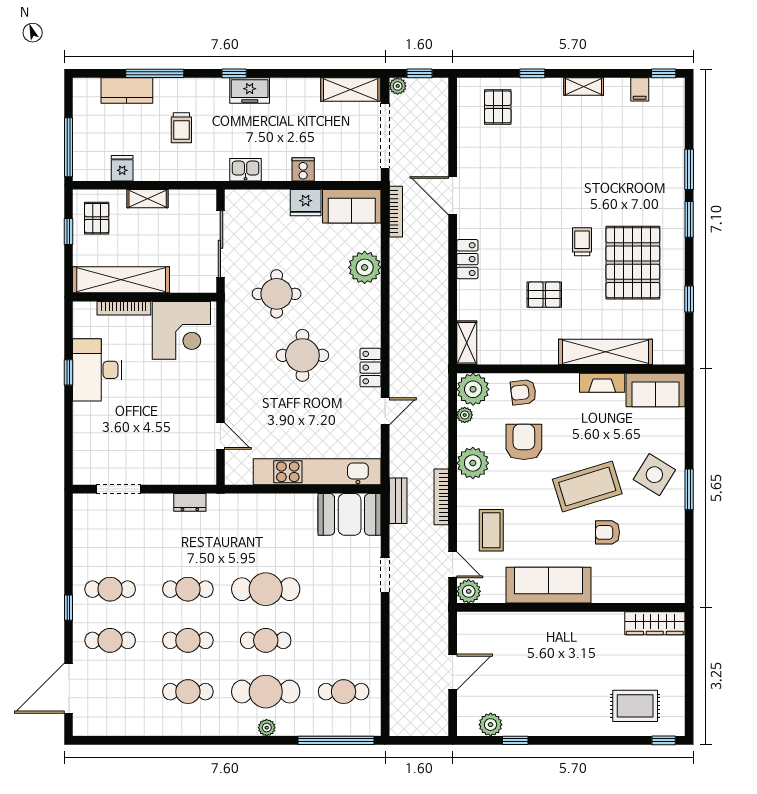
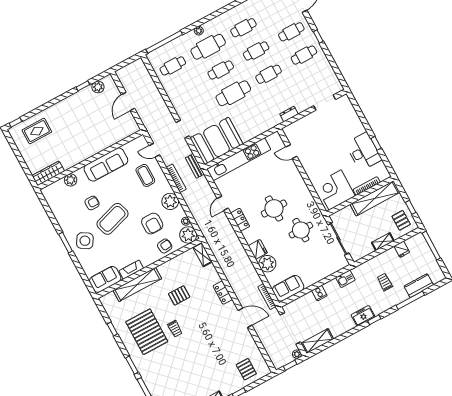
fridge: (306, 203) -> (258, 249), moved, turned 90
booth: (350, 514) -> (217, 141), width x1.36, depth x1.42
plant: (469, 591) -> (71, 180), moved

